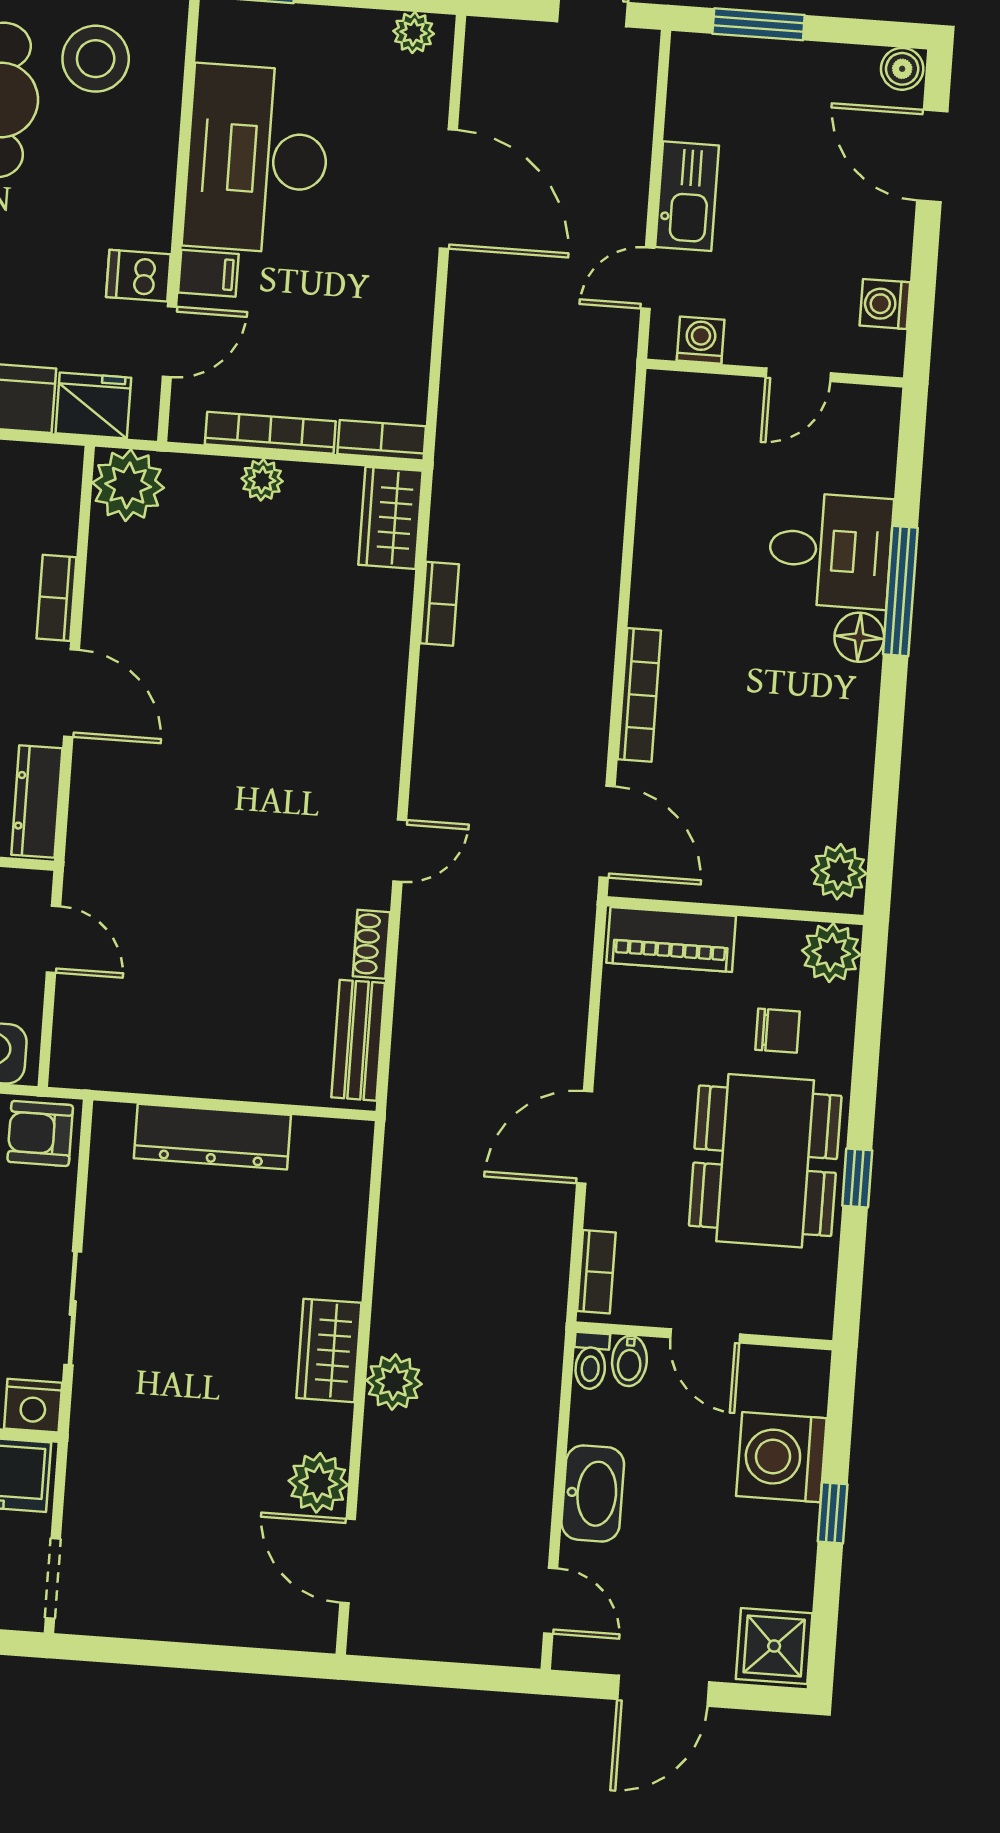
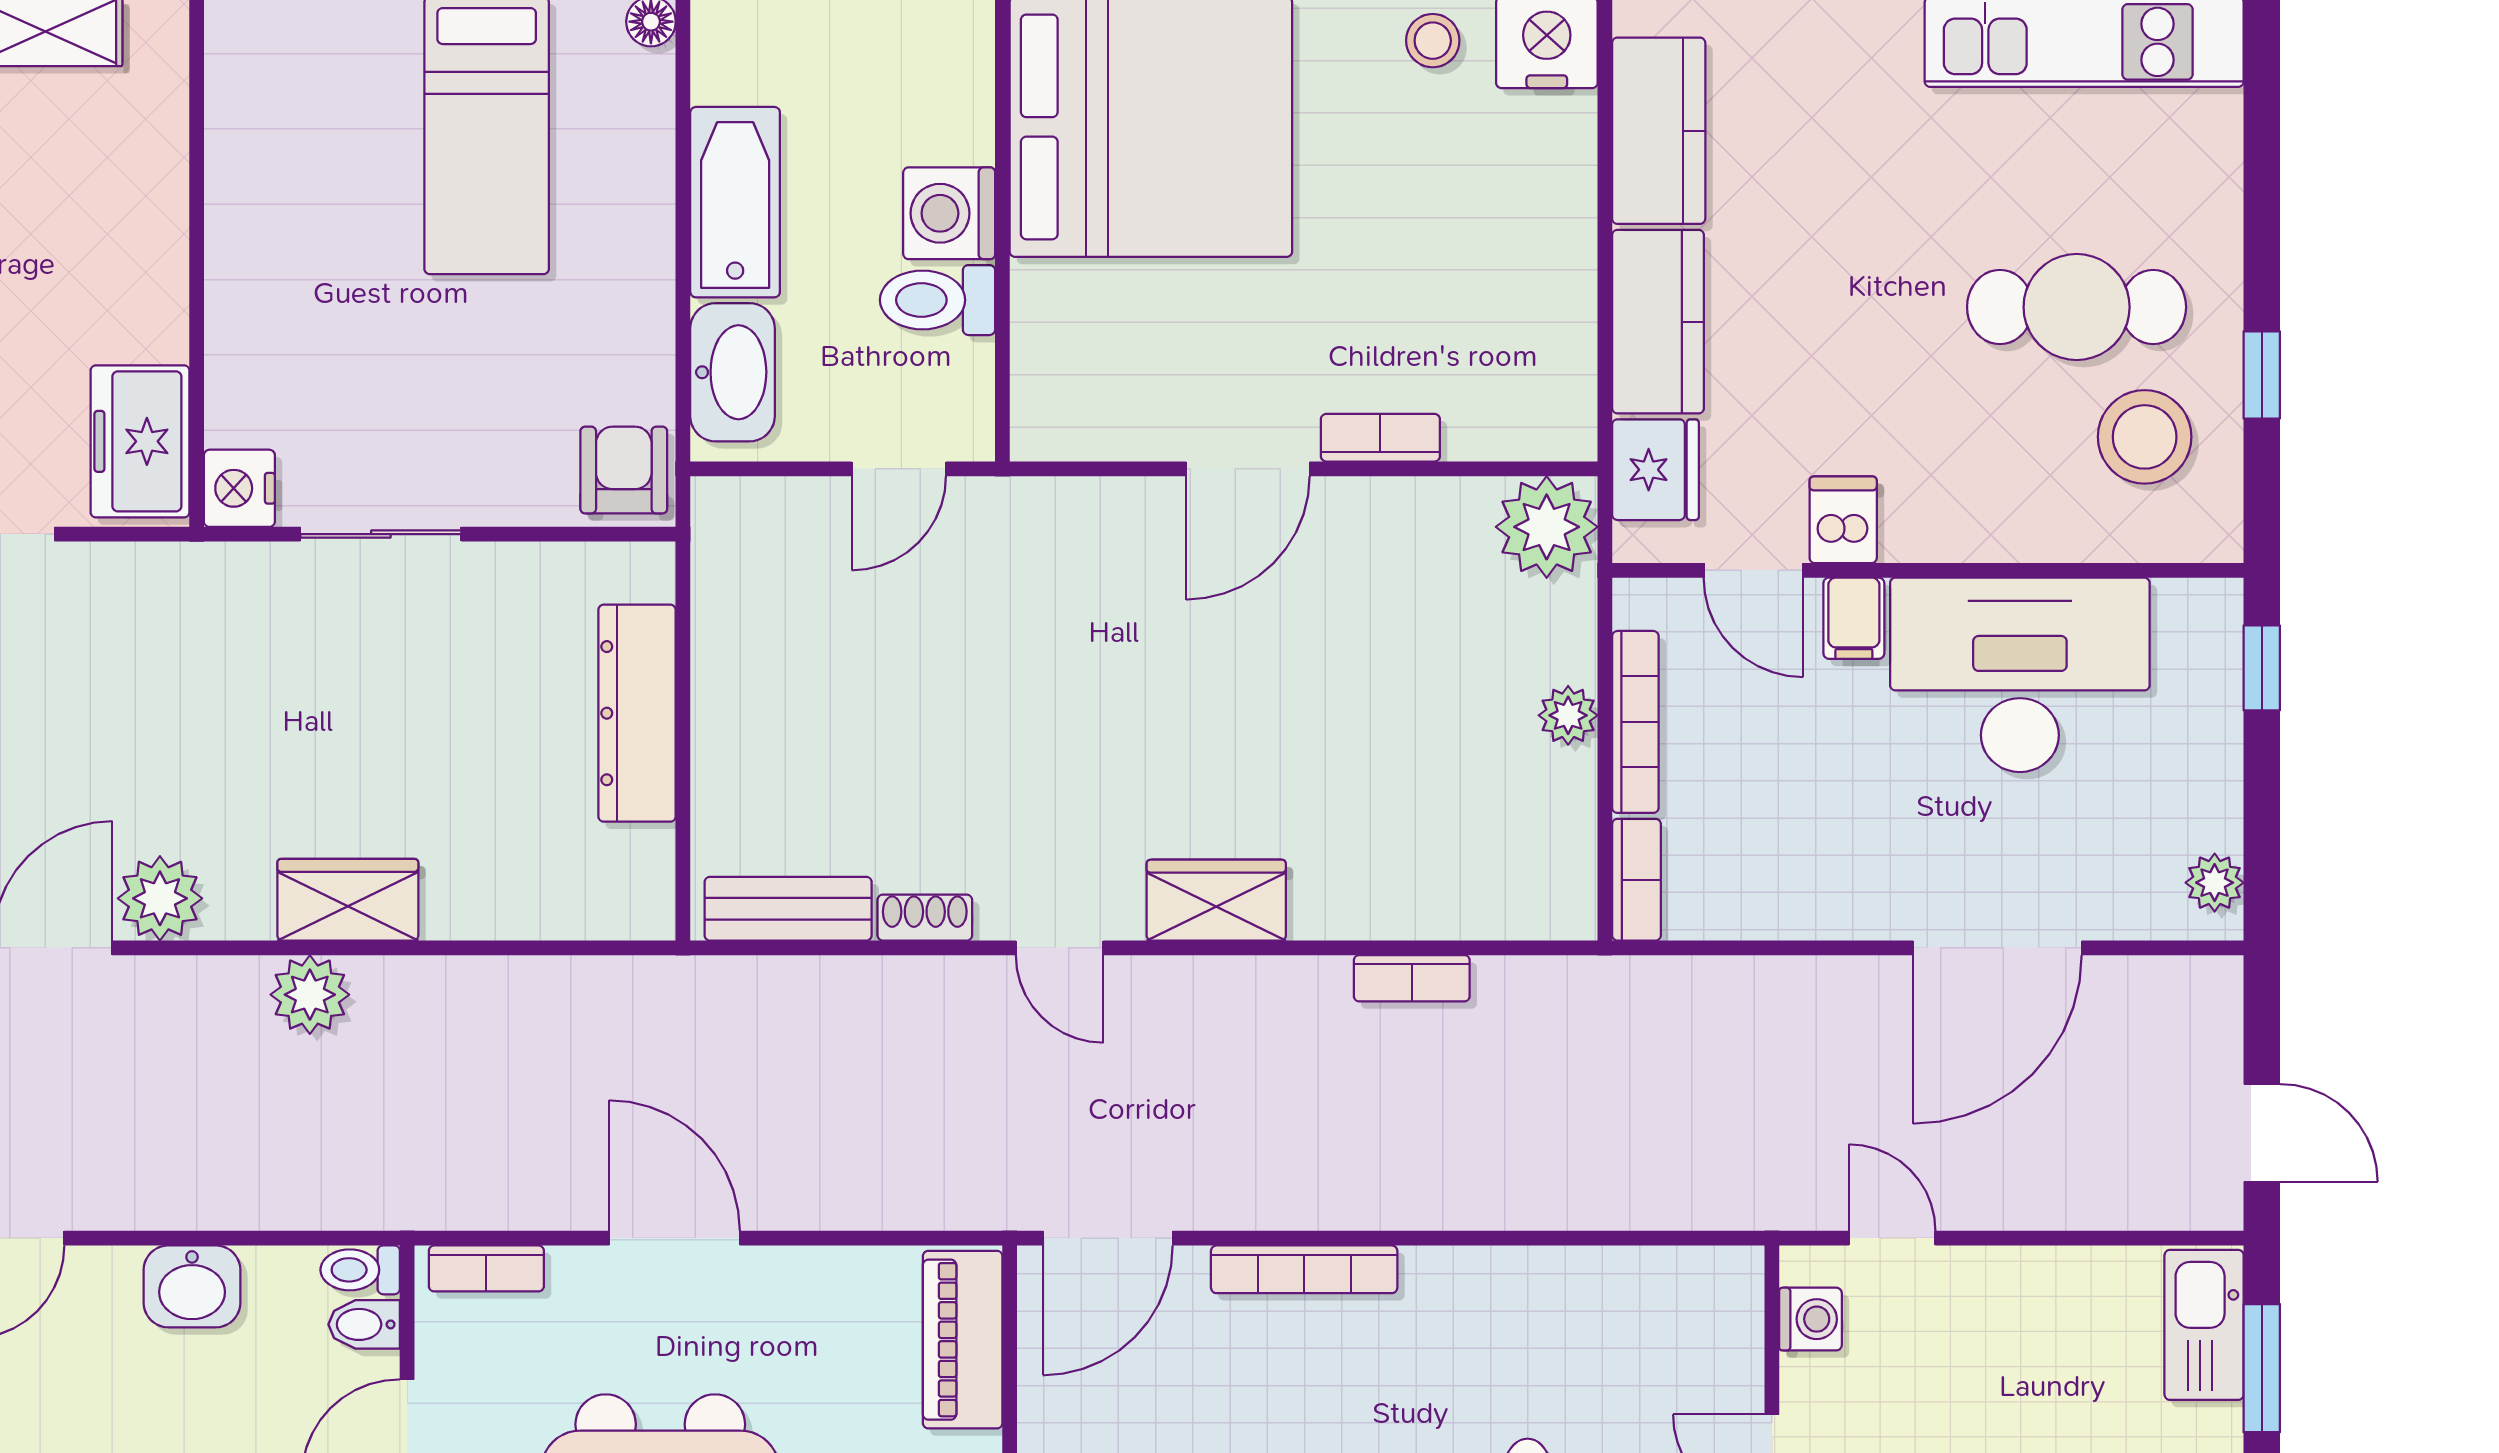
kitchen sink: (687, 196) -> (2204, 1325), moved, turned 90
wardrobe: (390, 518) -> (1216, 900), moved
dresser: (37, 801) -> (1091, 431), removed
washbasin: (593, 1493) -> (192, 1286), width x0.72

